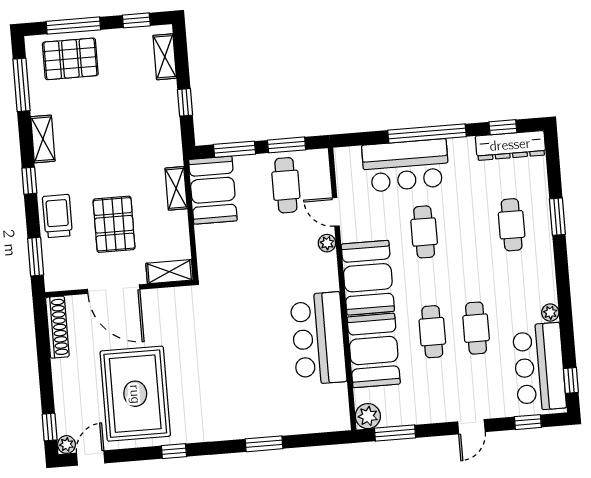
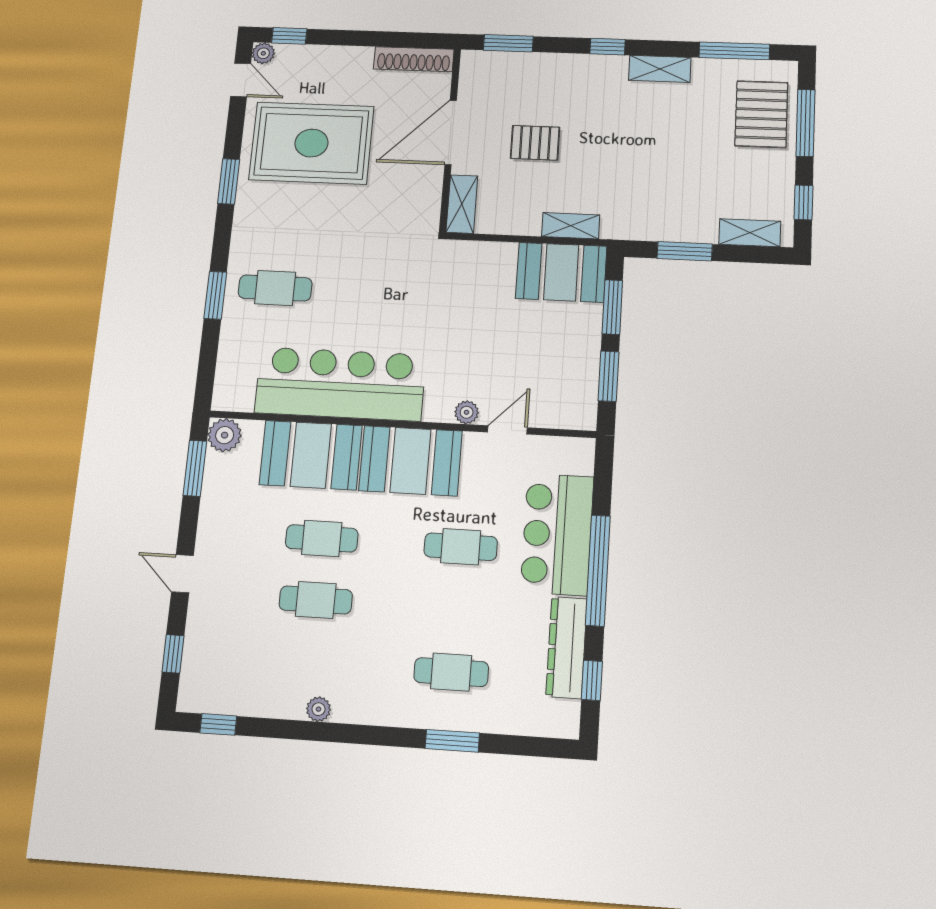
window: (185, 102) -> (685, 251), width x1.50
dresser: (510, 145) -> (567, 647), moved
cafe table: (286, 185) -> (275, 288), moved
trolley: (57, 216) -> (557, 75), removed
pallet: (114, 224) -> (535, 143), width x0.67, depth x0.71
bar counter: (318, 338) -> (340, 384), width x1.36
bar counter: (539, 367) -> (246, 682), removed
window: (174, 451) -> (229, 181), width x1.50

